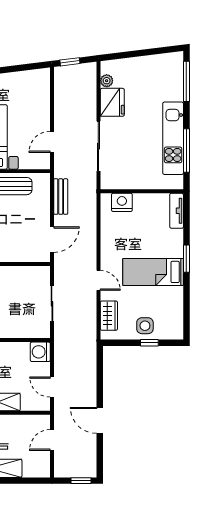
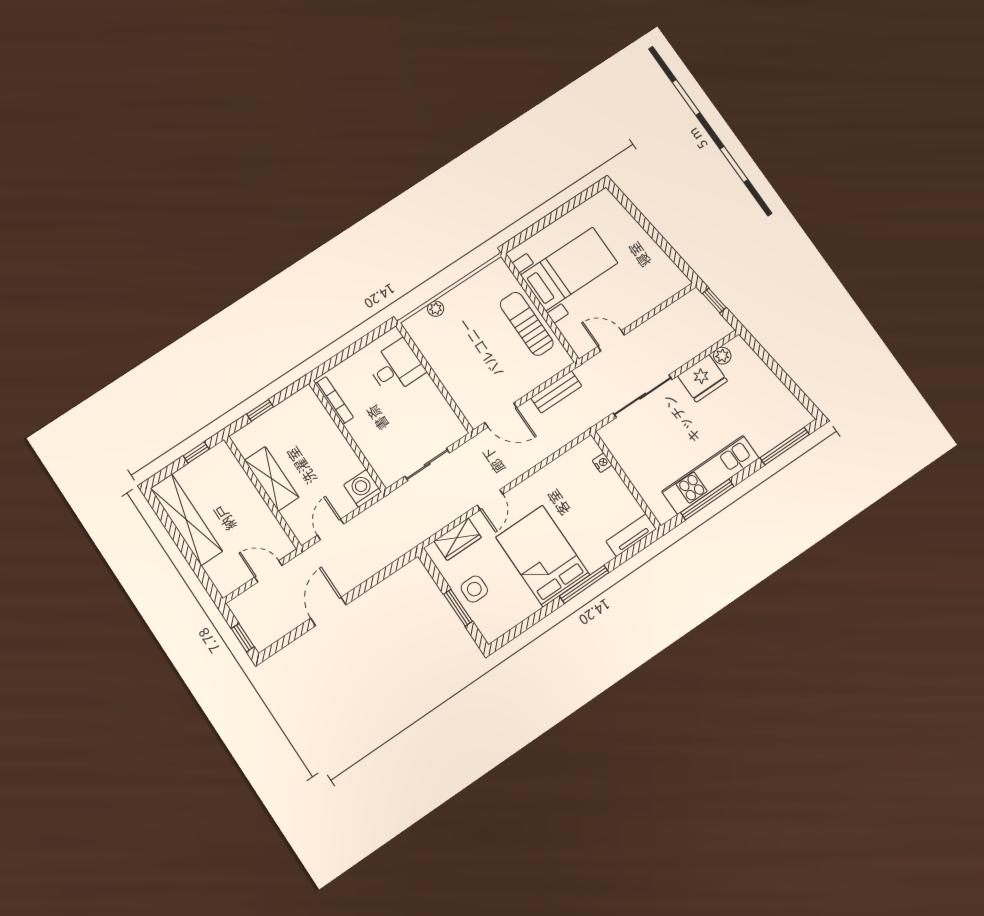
nightstand: (122, 202) -> (602, 463), width x0.53, depth x0.56
window: (186, 259) -> (584, 584), width x1.44
bed: (153, 272) -> (543, 556), width x1.50
window: (149, 343) -> (458, 608), width x1.50

